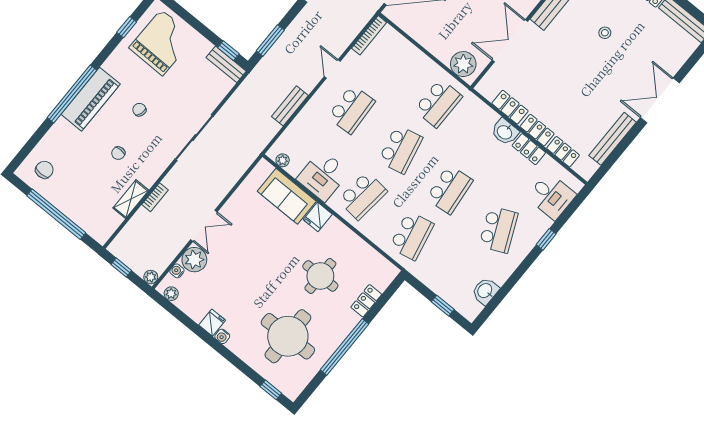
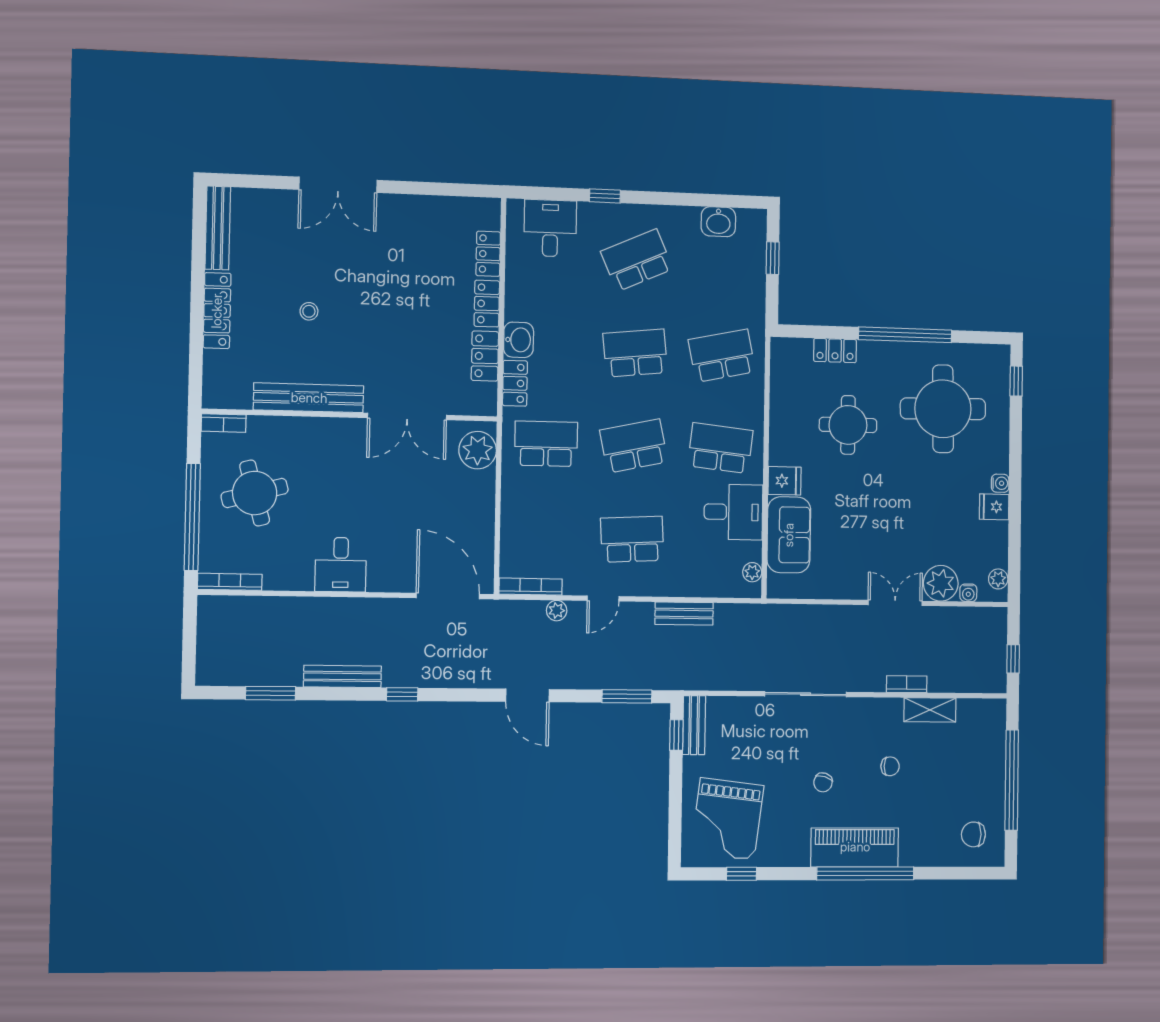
grand piano: (162, 43) -> (727, 819), turned -84
bench: (613, 139) -> (428, 207), removed
locker: (529, 149) -> (515, 383), moved
plant: (151, 277) -> (557, 611), moved

